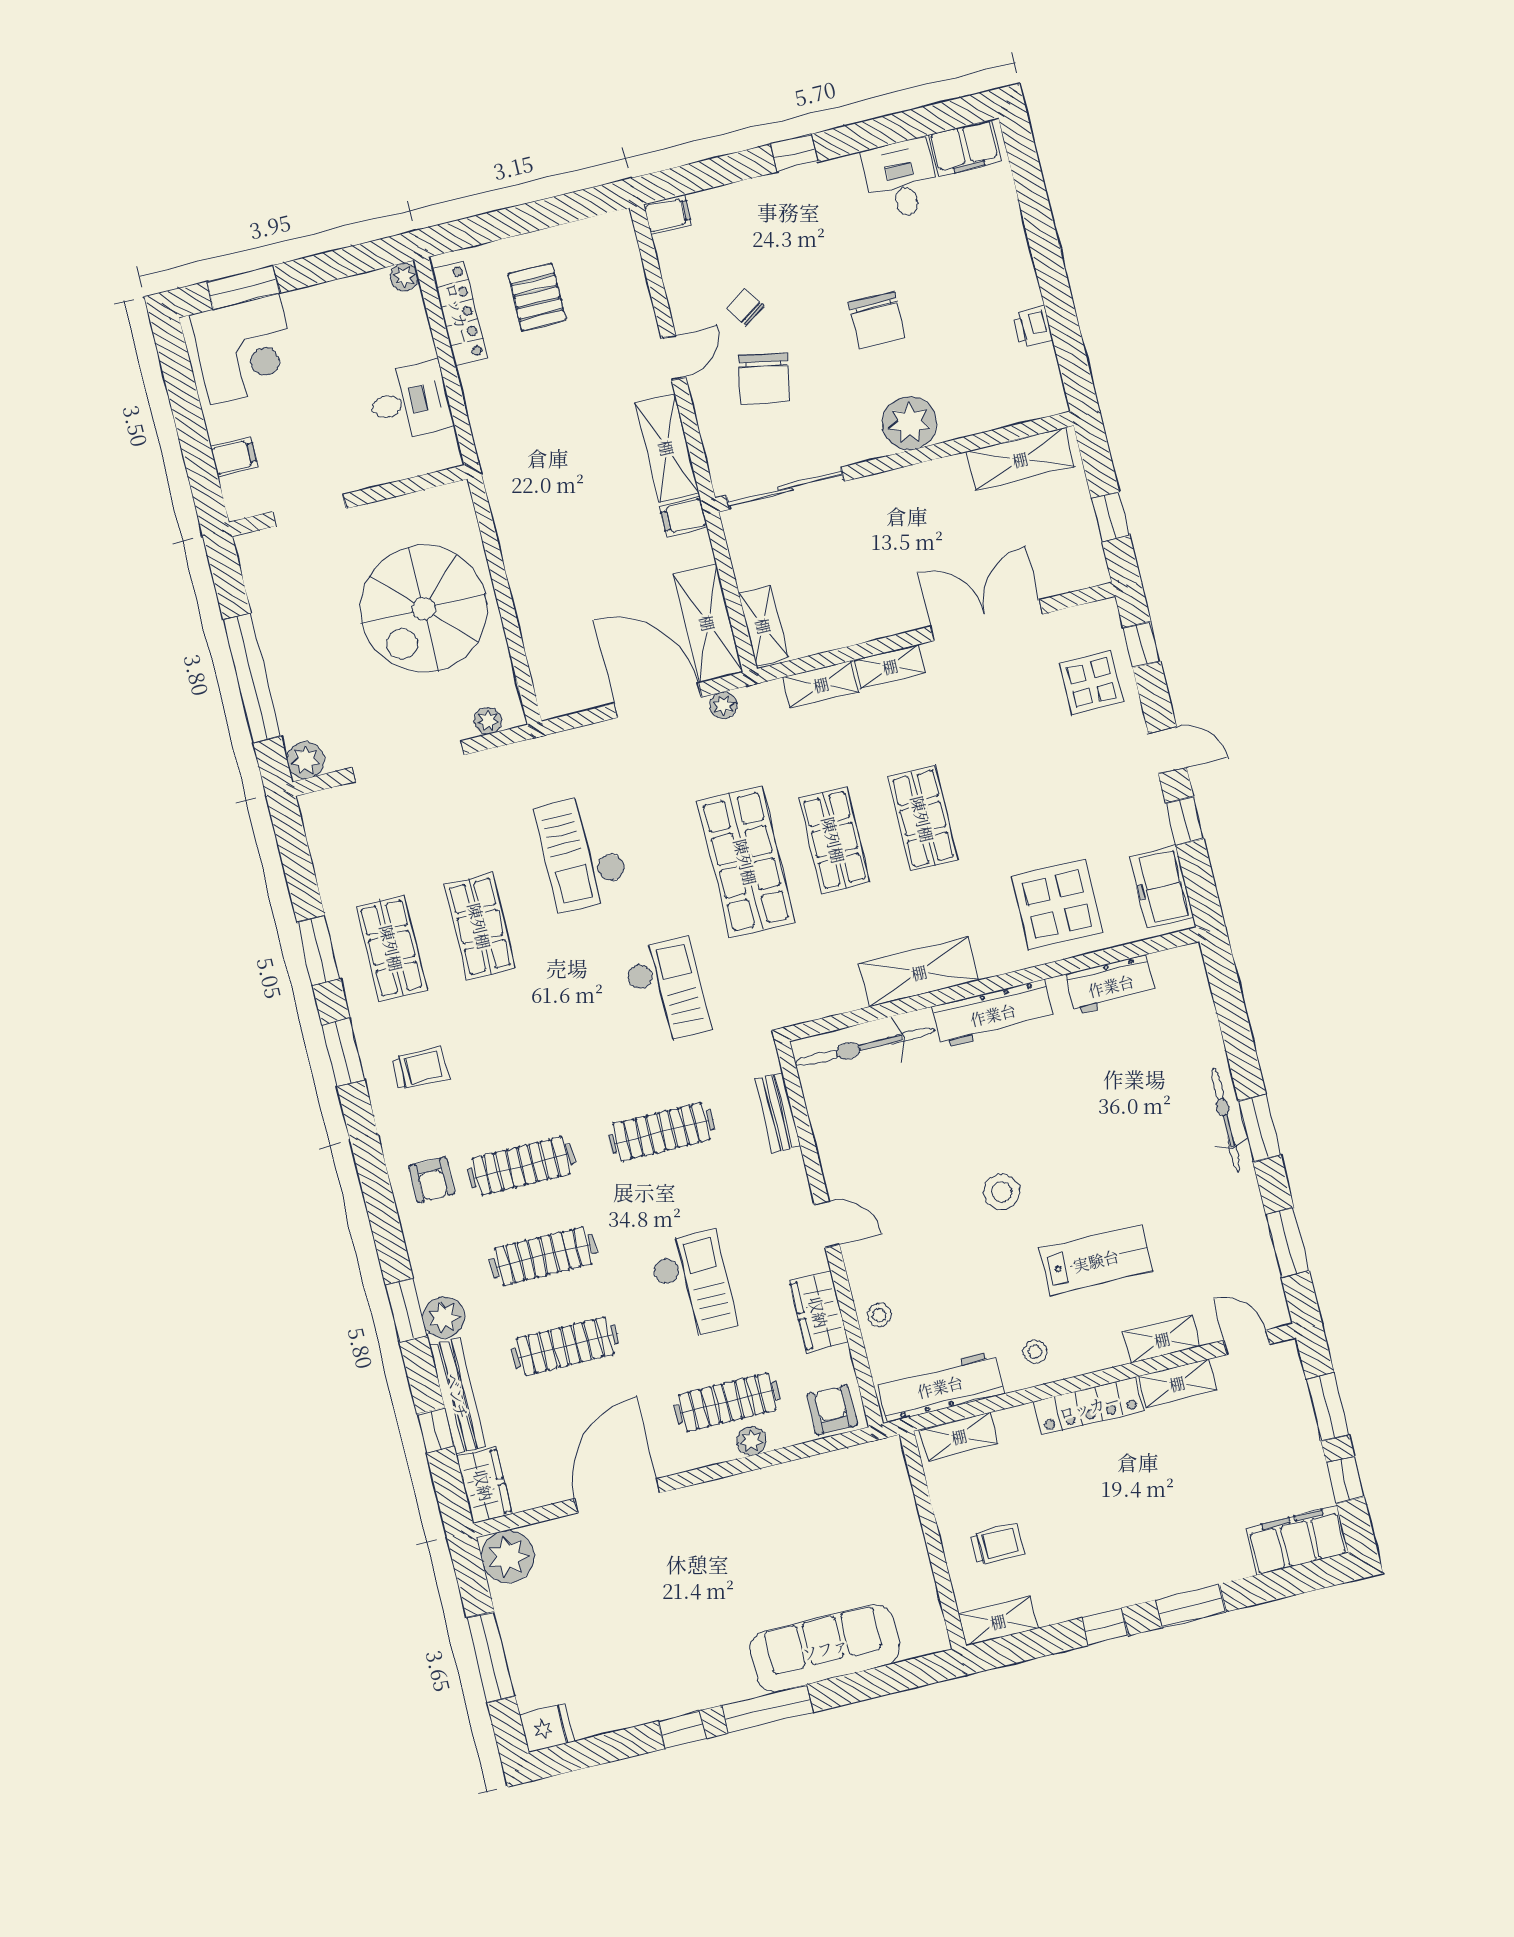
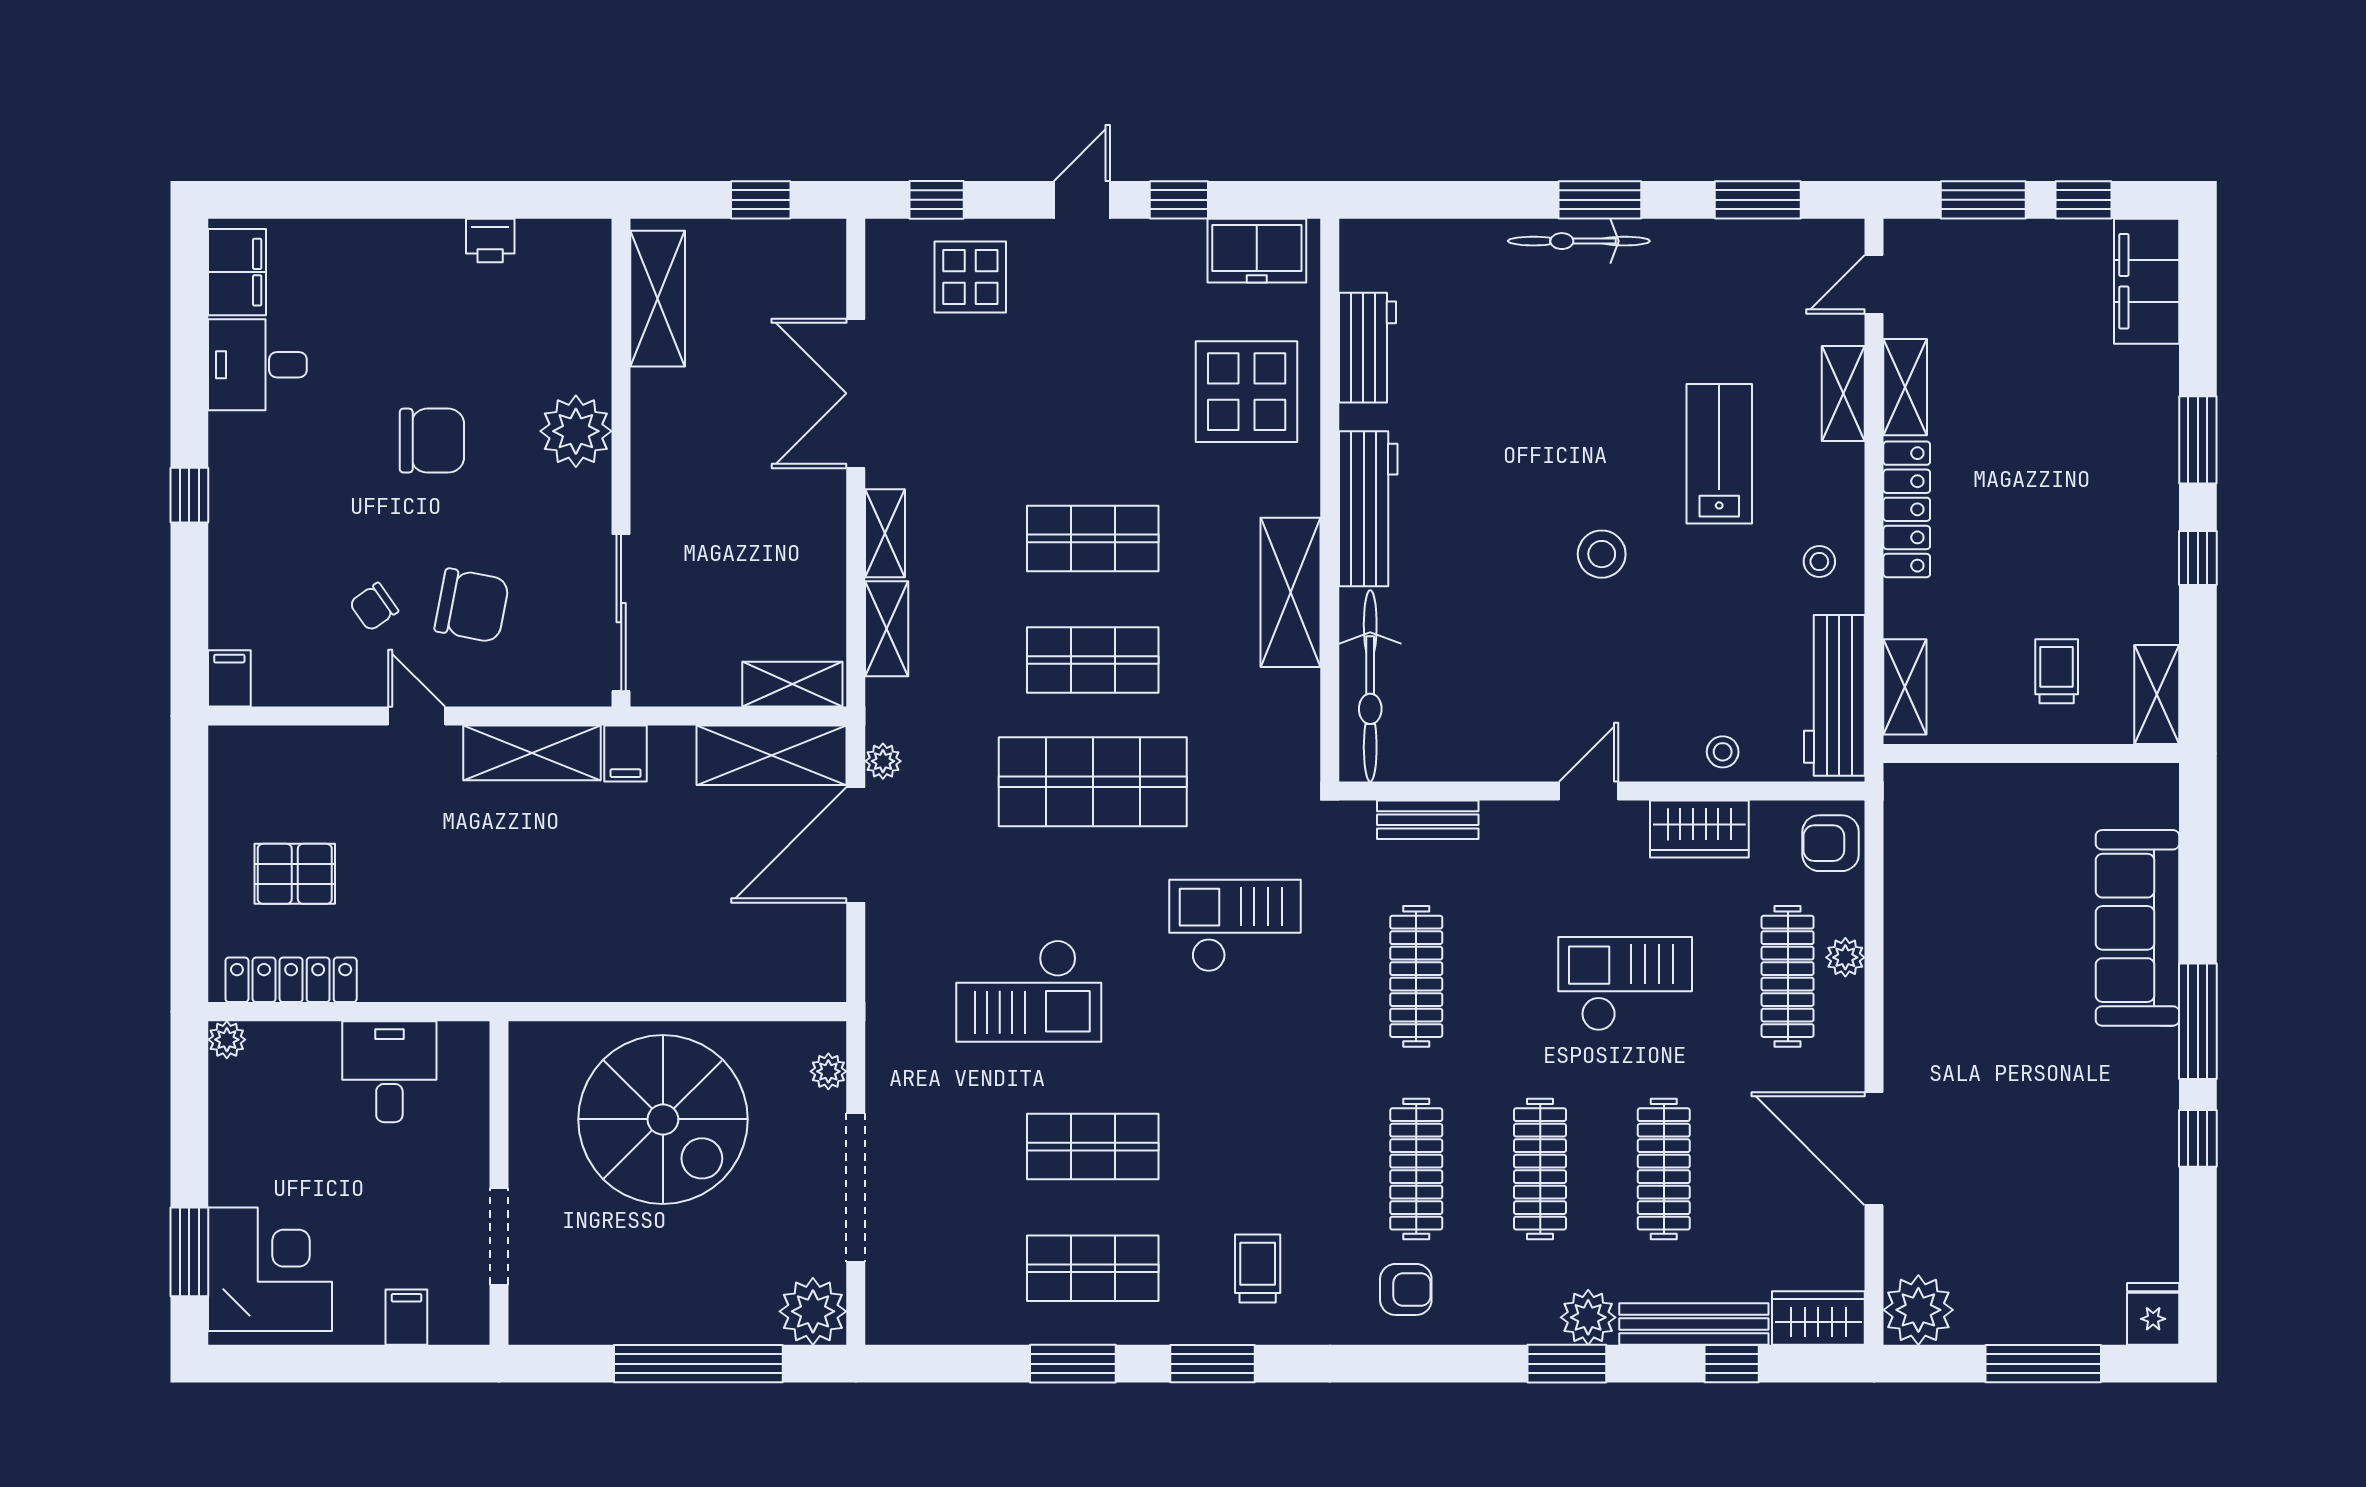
plant: (306, 760) -> (813, 1311), width x1.36, depth x1.36

